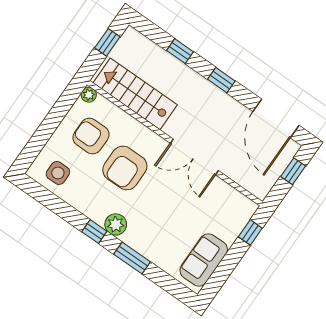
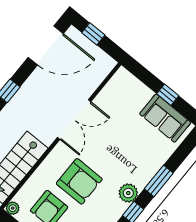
window: (250, 232) -> (168, 95), moved

